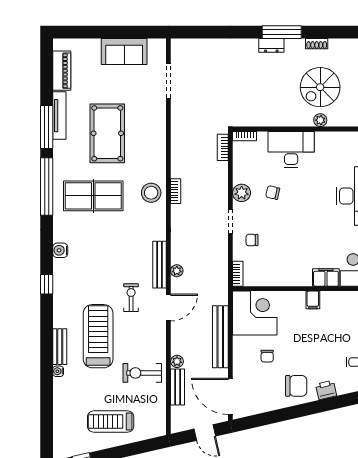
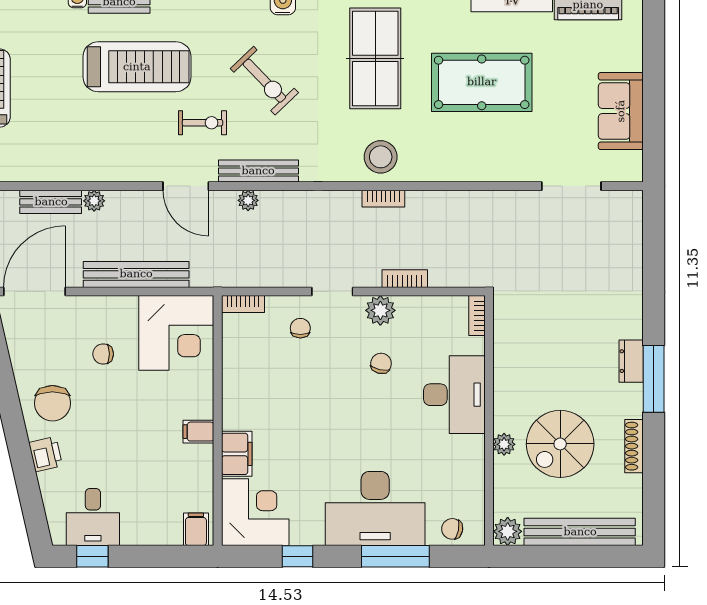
shoe rack: (317, 44) -> (634, 446), width x1.43
spiral stairs: (320, 87) -> (560, 444), turned -90
bookcase: (223, 147) -> (405, 279), moved
exercise bike: (142, 373) -> (264, 81), moved, turned 136

